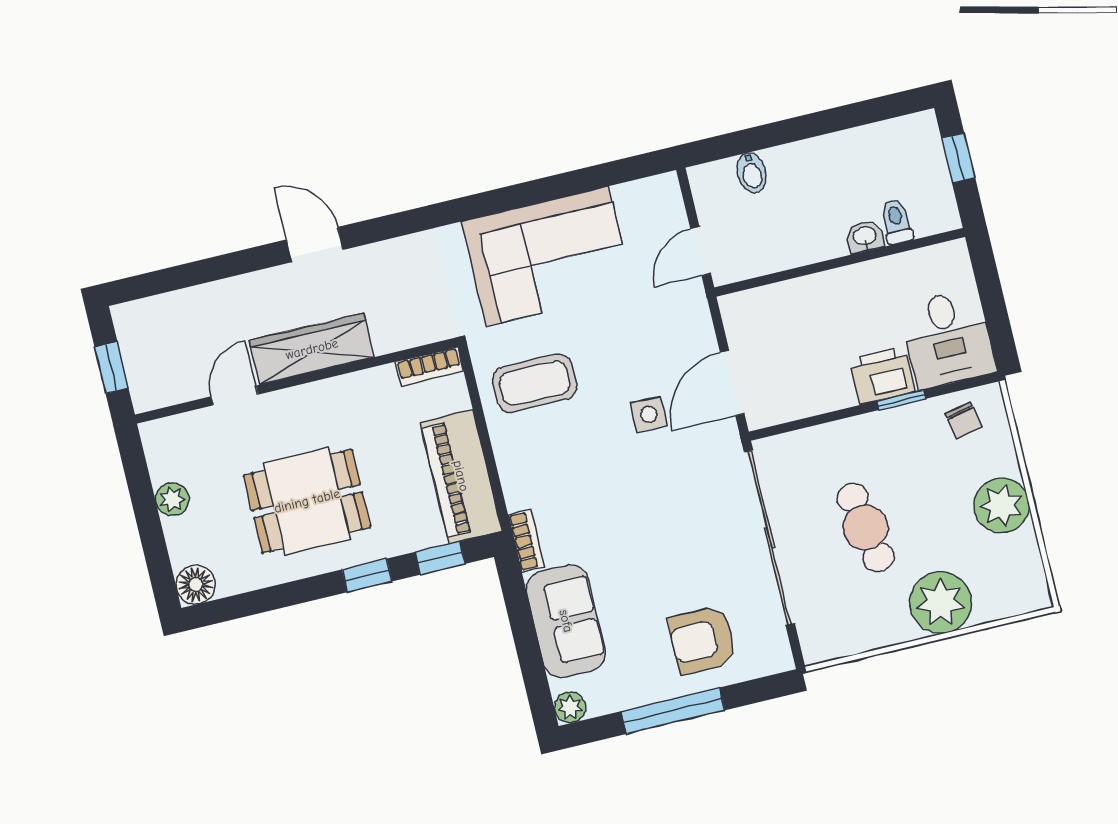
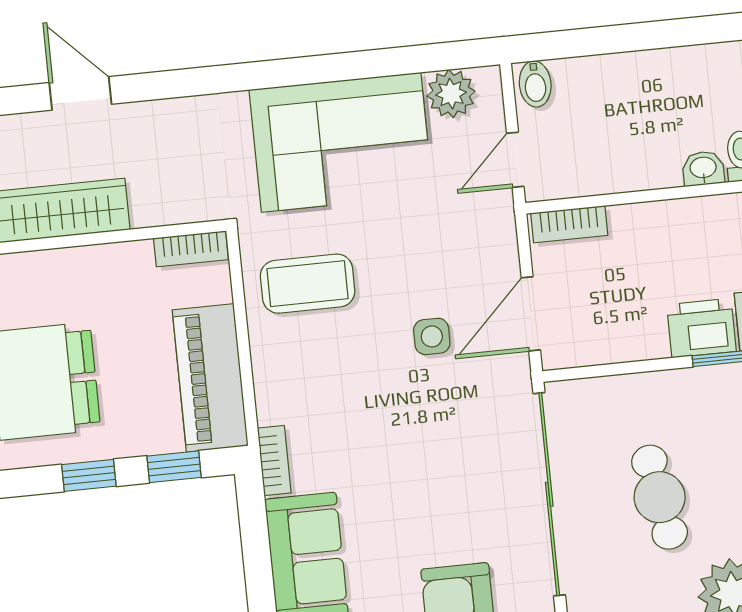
bidet: (752, 173) -> (535, 84), moved
plant: (637, 201) -> (451, 94), added
bookcase: (755, 301) -> (569, 224), added

